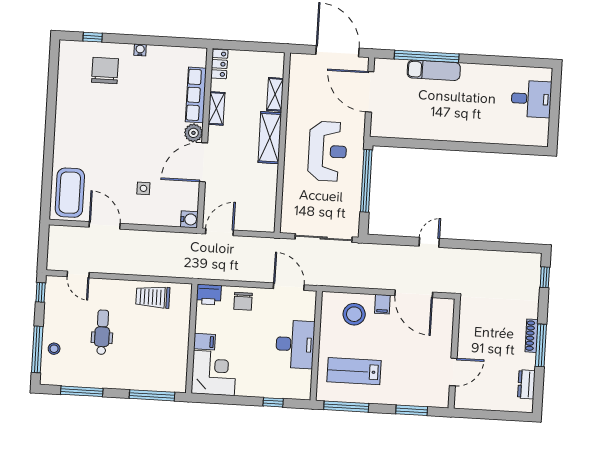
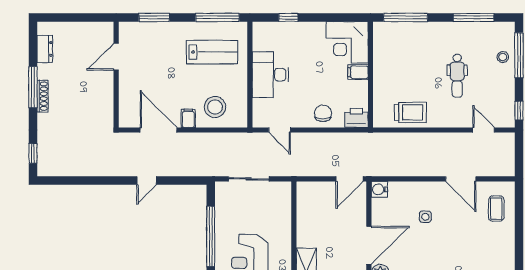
coffee table: (70, 193) -> (496, 209), width x0.54, depth x0.58
sliding door: (324, 238) -> (249, 179), width x0.73
door: (289, 287) -> (280, 130), width x0.73

